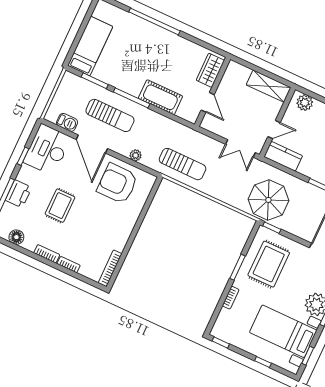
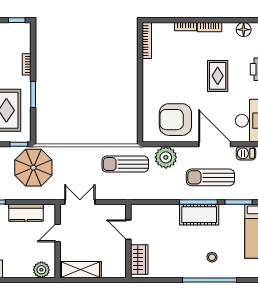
stool: (143, 41) -> (212, 257), added
cot: (160, 97) -> (199, 215), moved
plant: (136, 155) -> (166, 157), width x1.87, depth x1.87
kitchen counter: (283, 156) -> (26, 213), moved
armchair: (117, 184) -> (175, 120), turned 180

